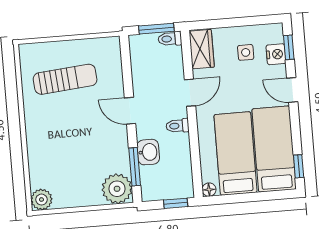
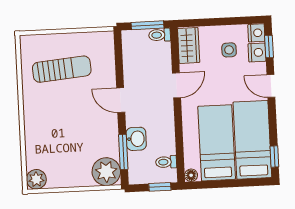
nightstand: (275, 33) -> (256, 33), added
toilet: (177, 126) -> (166, 162), moved

